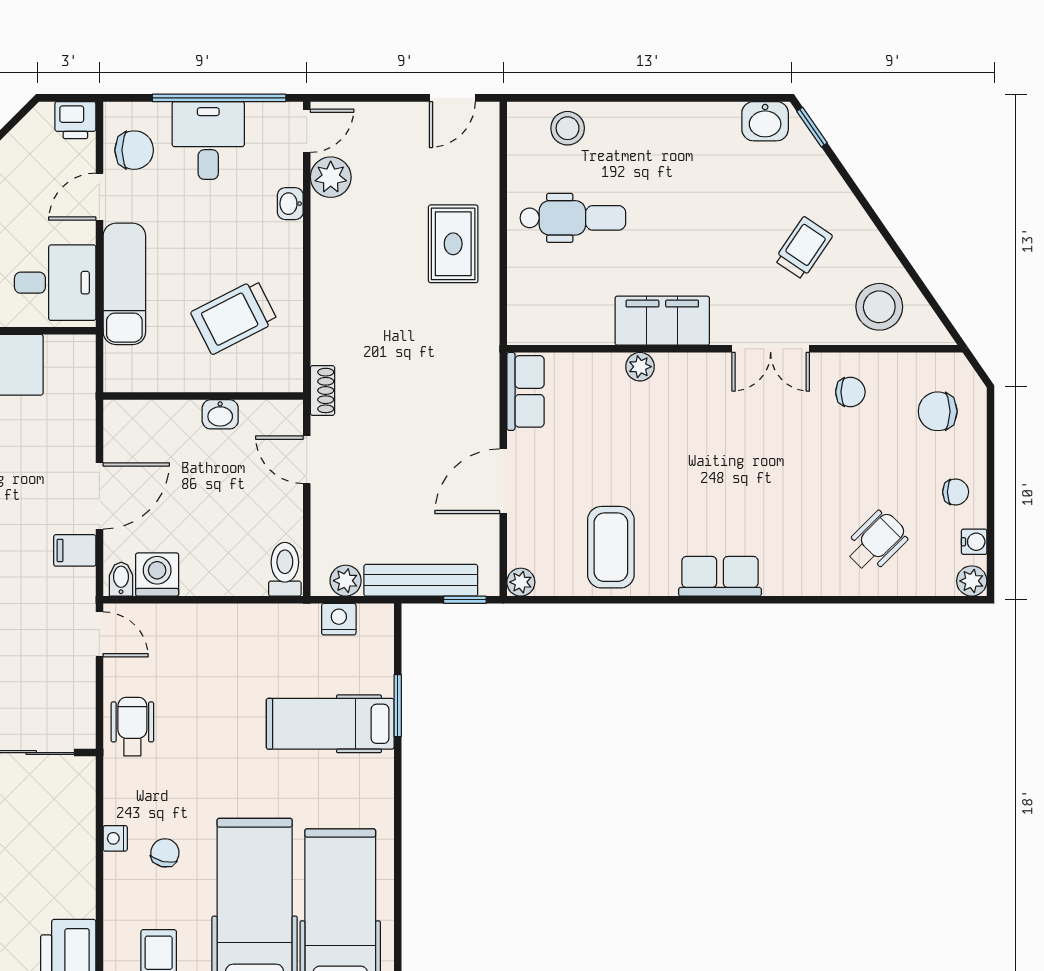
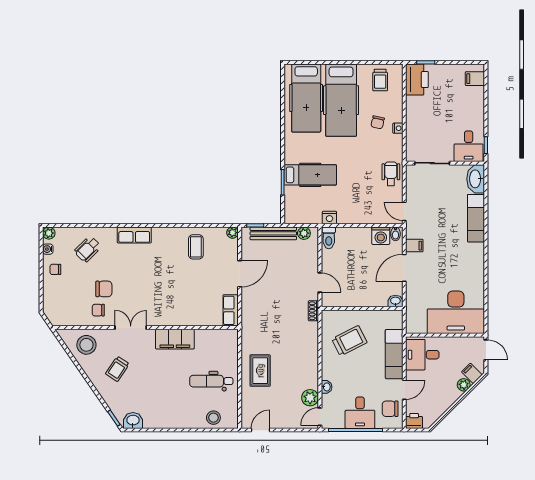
plant: (640, 367) -> (184, 320), removed
chair: (938, 411) -> (104, 289), moved
washbasin: (220, 414) -> (395, 301), moved
coffee table: (611, 547) -> (196, 247), width x0.73, depth x0.77
row of seats: (720, 576) -> (134, 235), moved
nightstand: (339, 619) -> (329, 218), moved
wheelchair: (132, 727) -> (391, 174), turned 180

